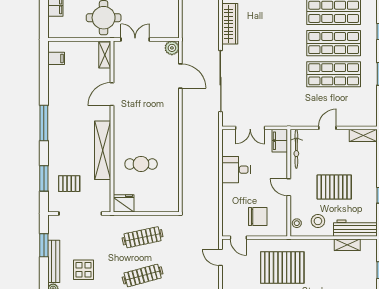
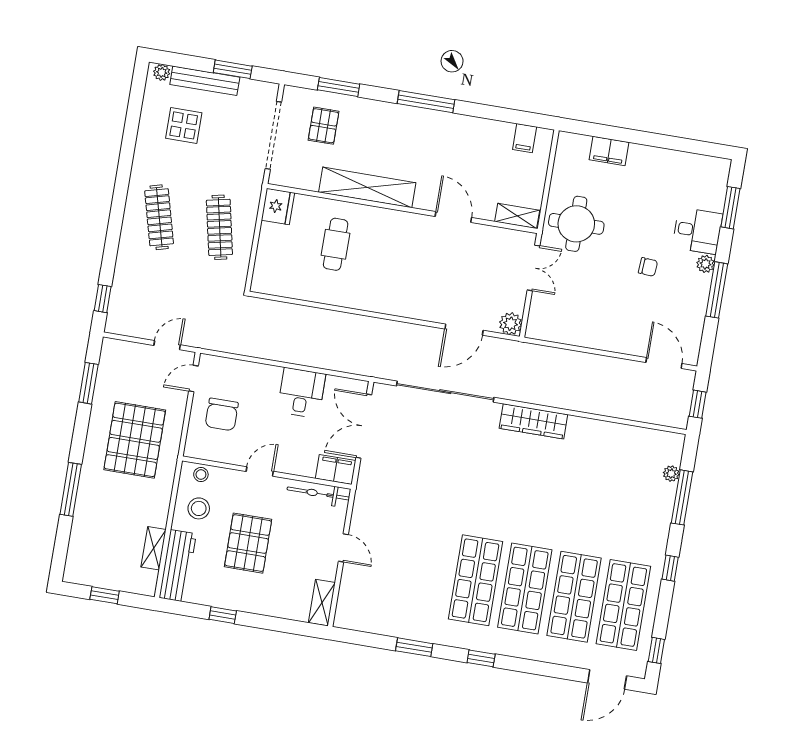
shop shelf: (334, 74) -> (426, 572), removed
double door: (250, 128) -> (364, 426), width x1.37

